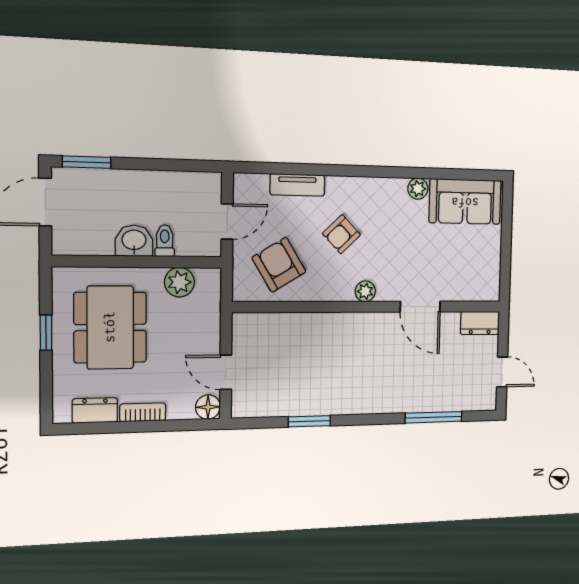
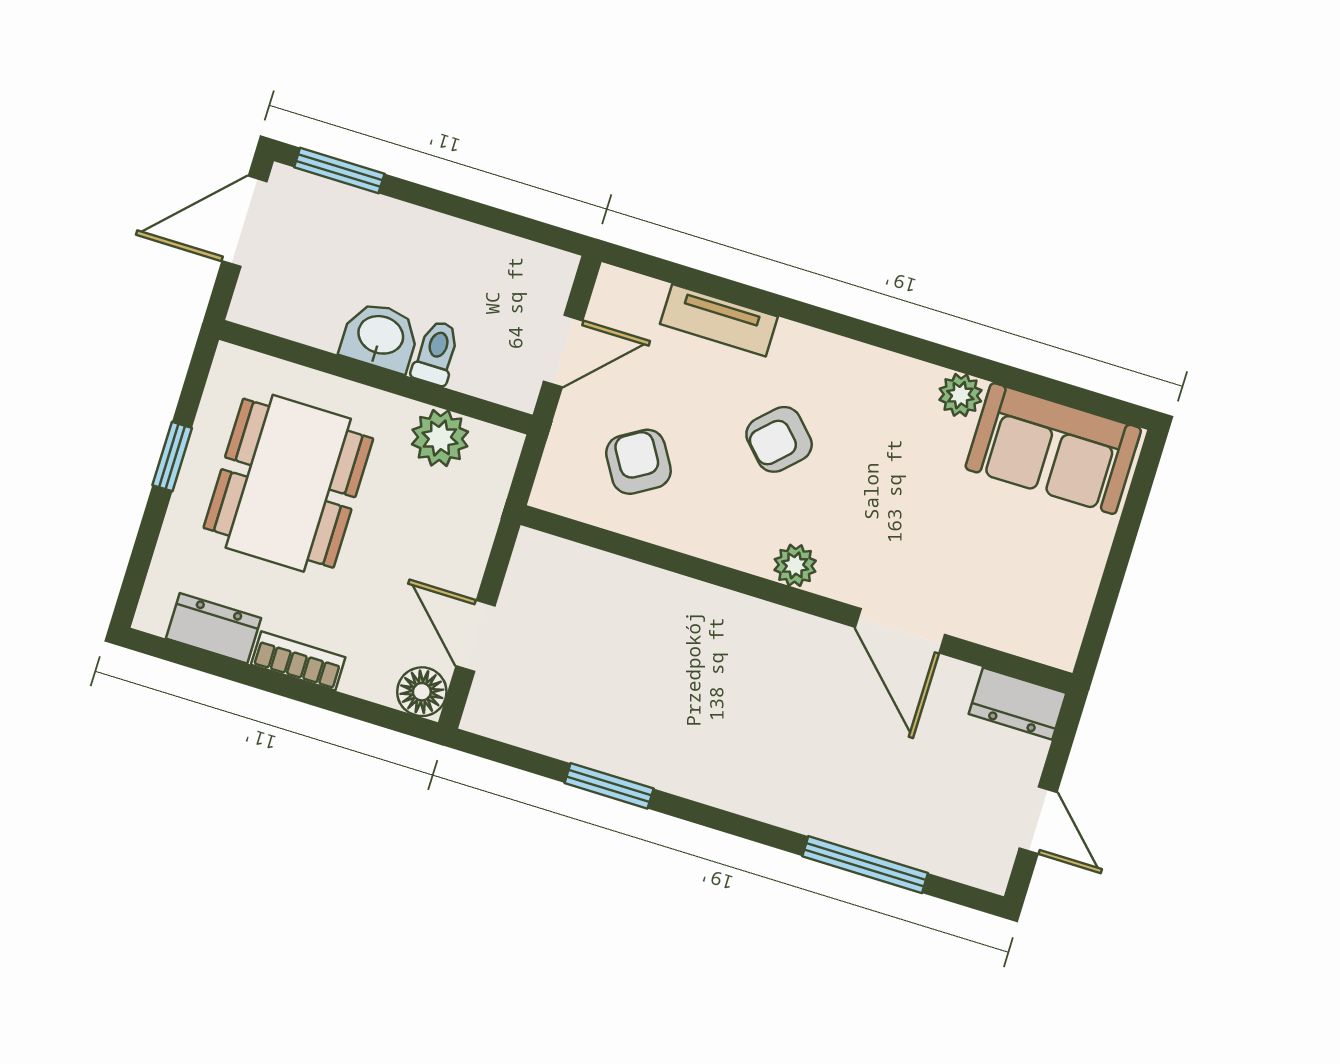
armchair: (279, 265) -> (638, 462), width x0.72, depth x0.72

